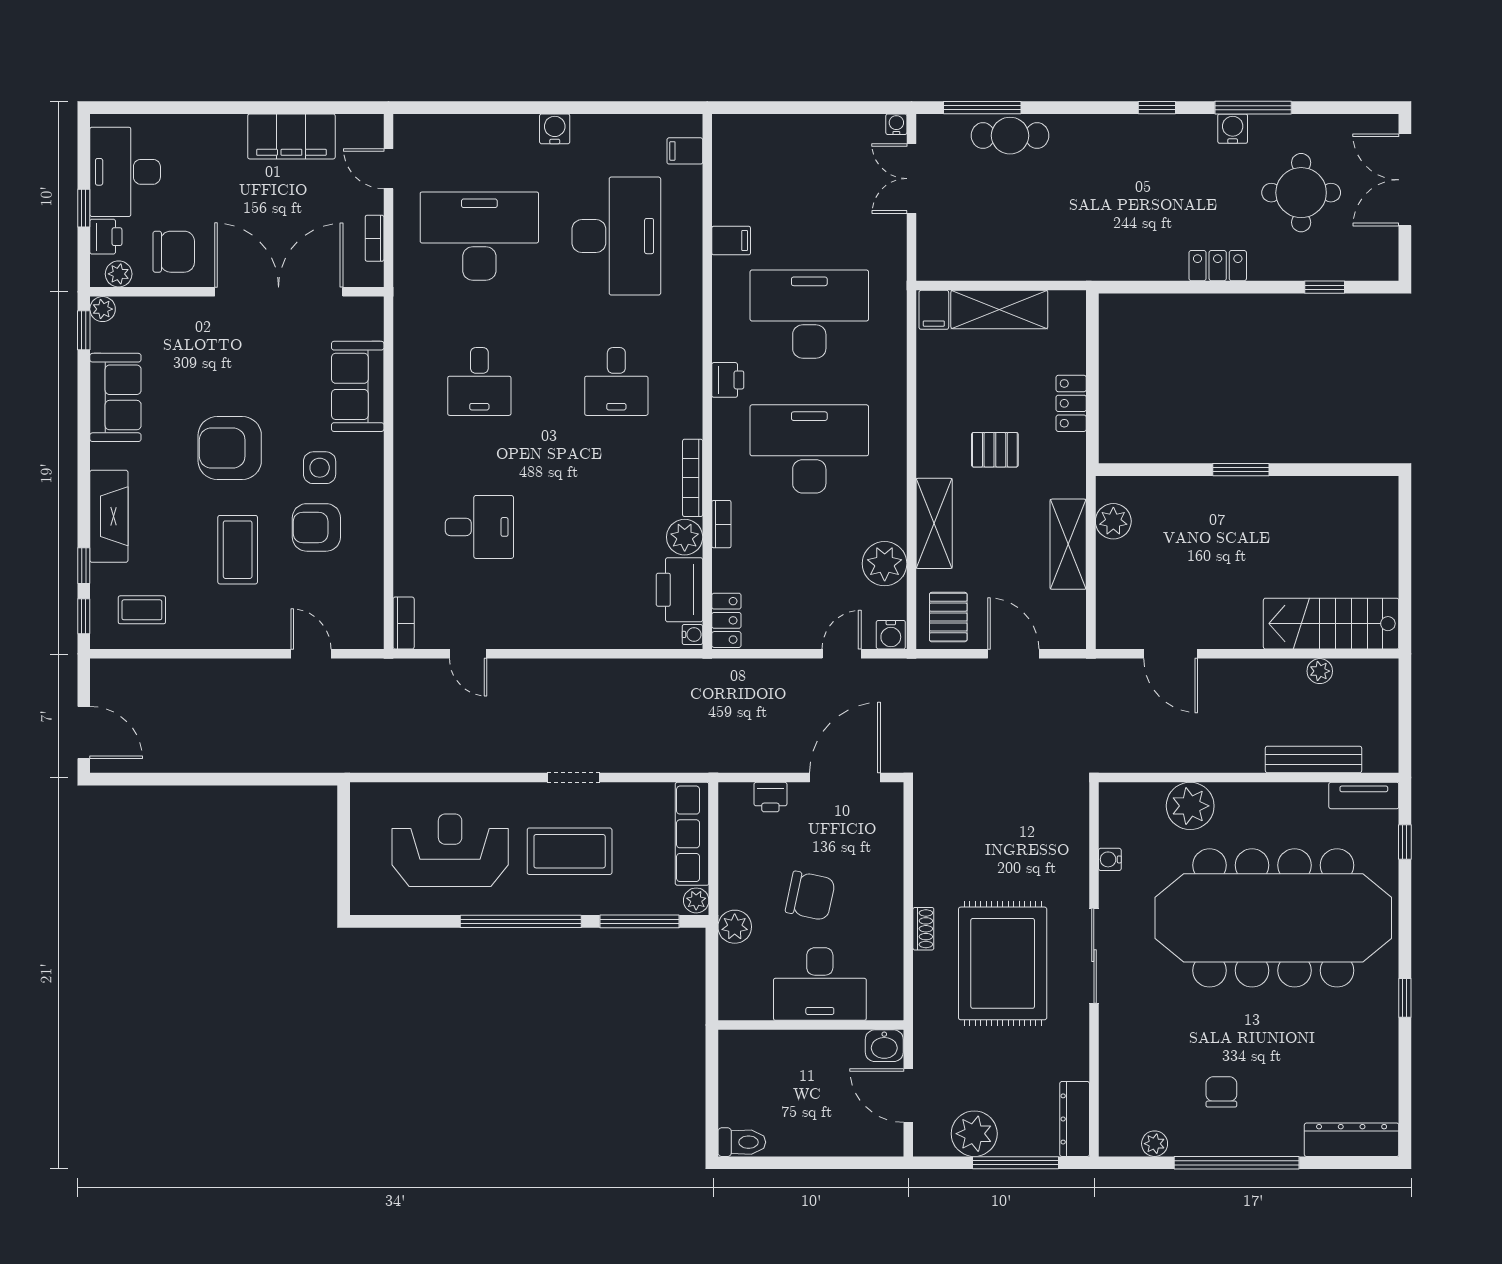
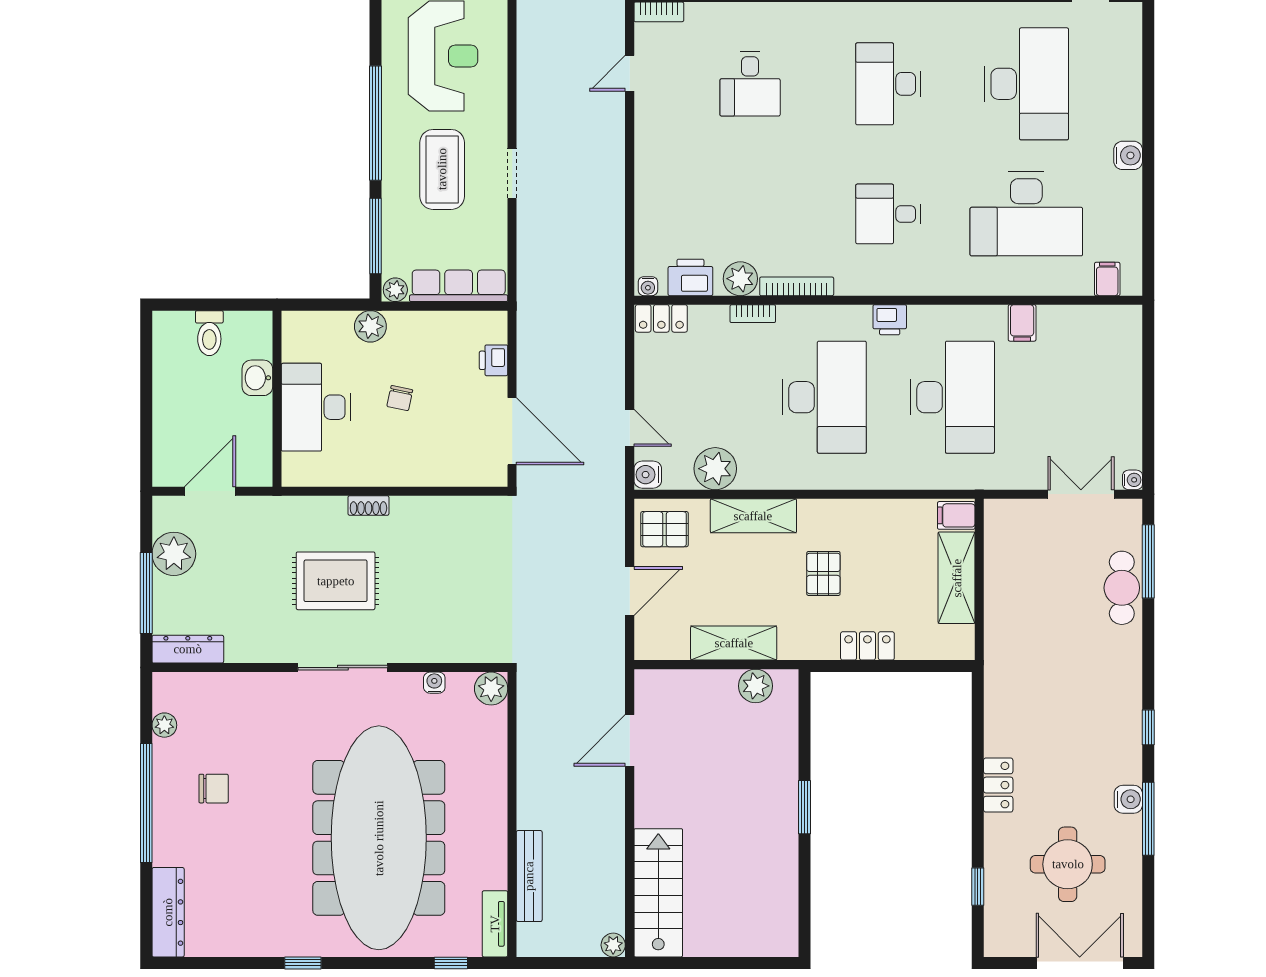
desk: (479, 381) -> (888, 84), width x1.37
printer: (679, 590) -> (690, 277), width x0.73, depth x0.84
plant: (1320, 671) -> (613, 945), moved
plant: (1190, 806) -> (491, 689), moved, width x0.73, depth x0.73
chair: (810, 896) -> (400, 398), width x0.54, depth x0.54
rug: (1003, 963) -> (336, 581), width x0.73, depth x0.69
washbasin: (884, 1046) -> (257, 378), moved
toilet: (742, 1142) -> (209, 333), moved

